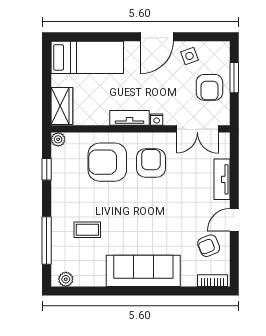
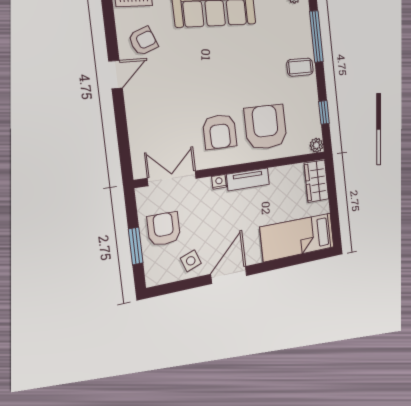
armchair: (107, 162) -> (266, 127), turned -90
tv unit: (222, 179) -> (136, 122), removed
coffee table: (87, 230) -> (300, 67), moved

